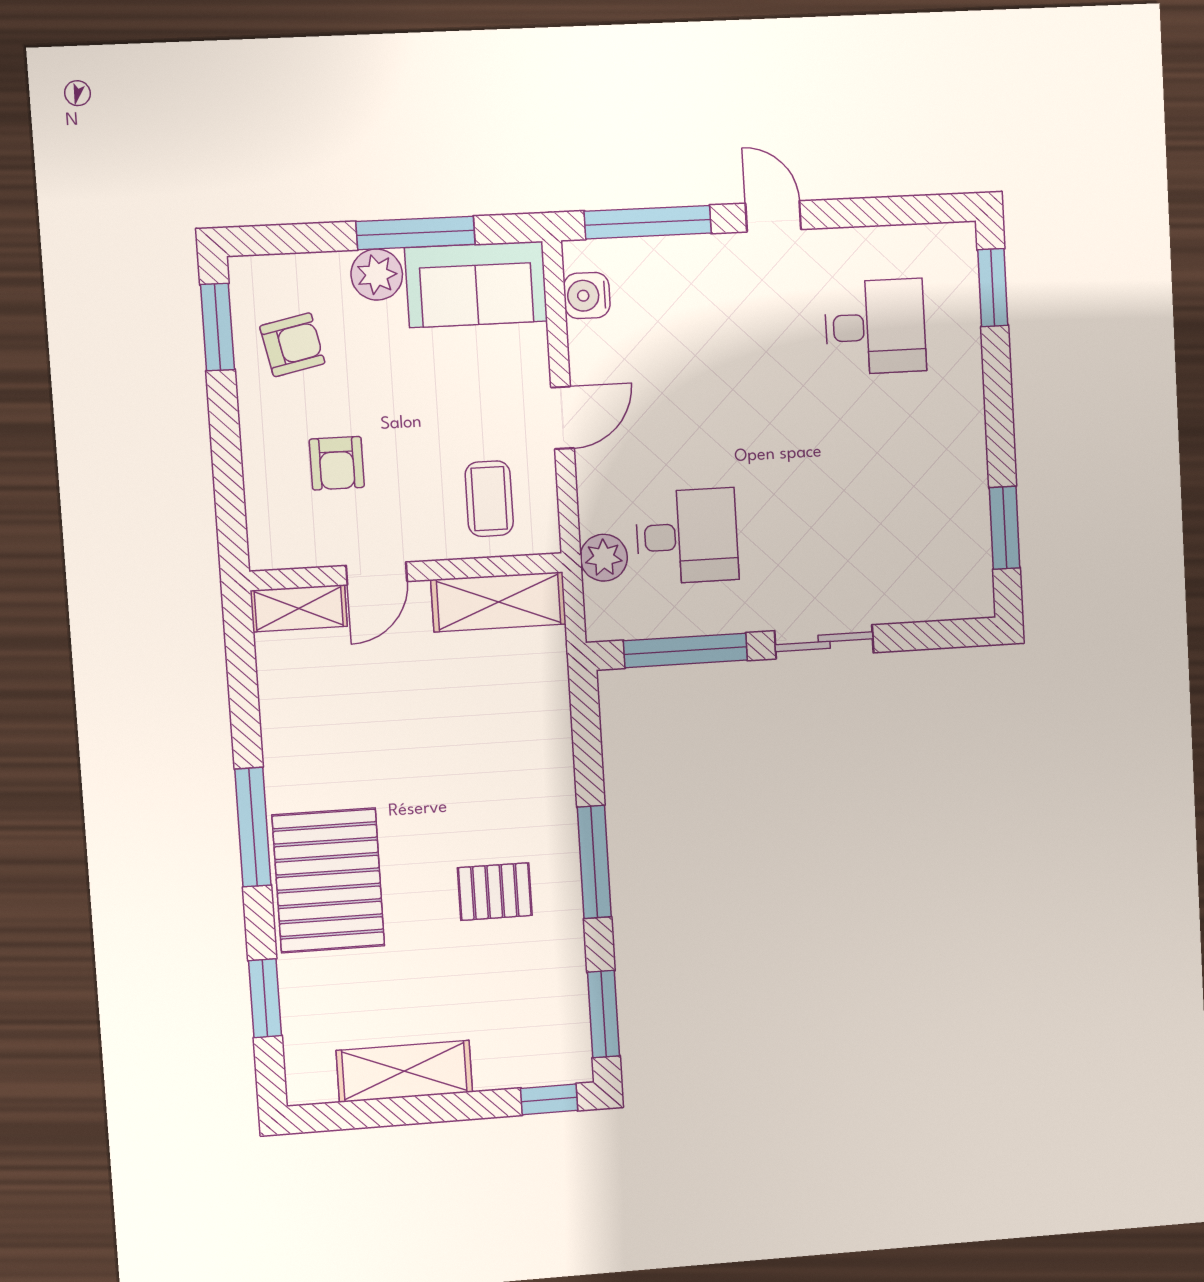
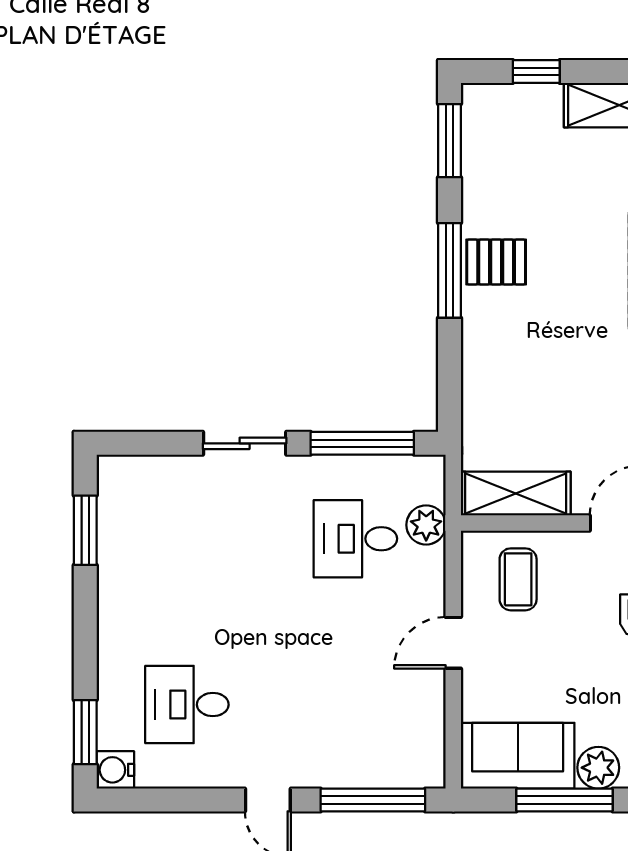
water cooler: (587, 296) -> (115, 770), moved, turned 180
pallet: (495, 892) -> (496, 262), moved
window: (549, 1099) -> (536, 72), moved

